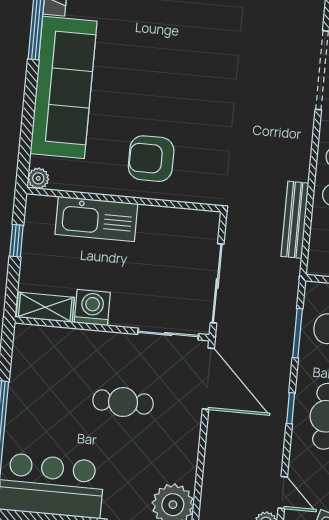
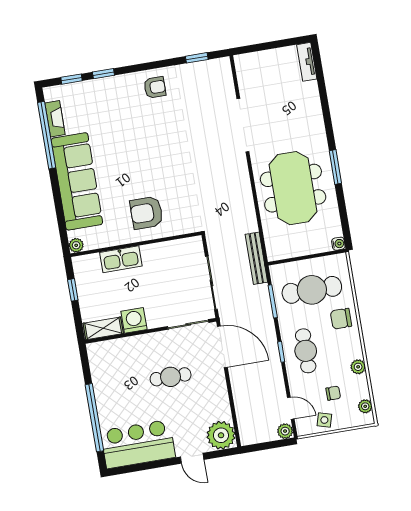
kitchen sink: (96, 219) -> (121, 259), width x0.73, depth x0.81
bench: (295, 220) -> (256, 258), moved

